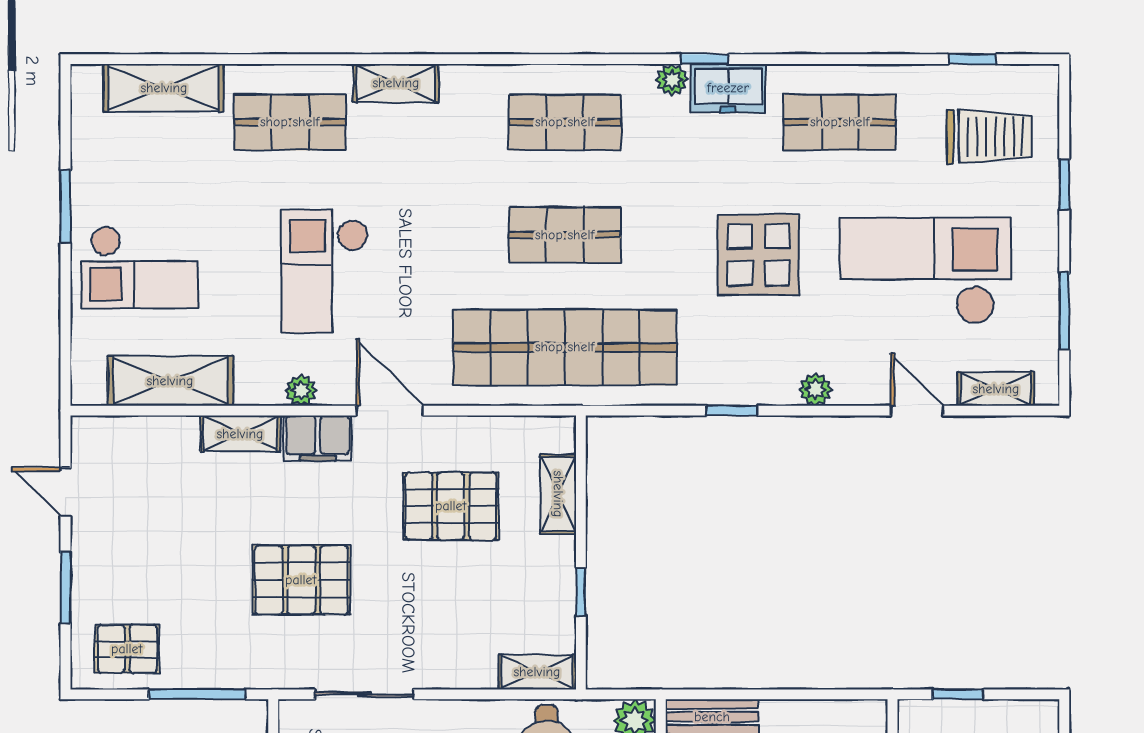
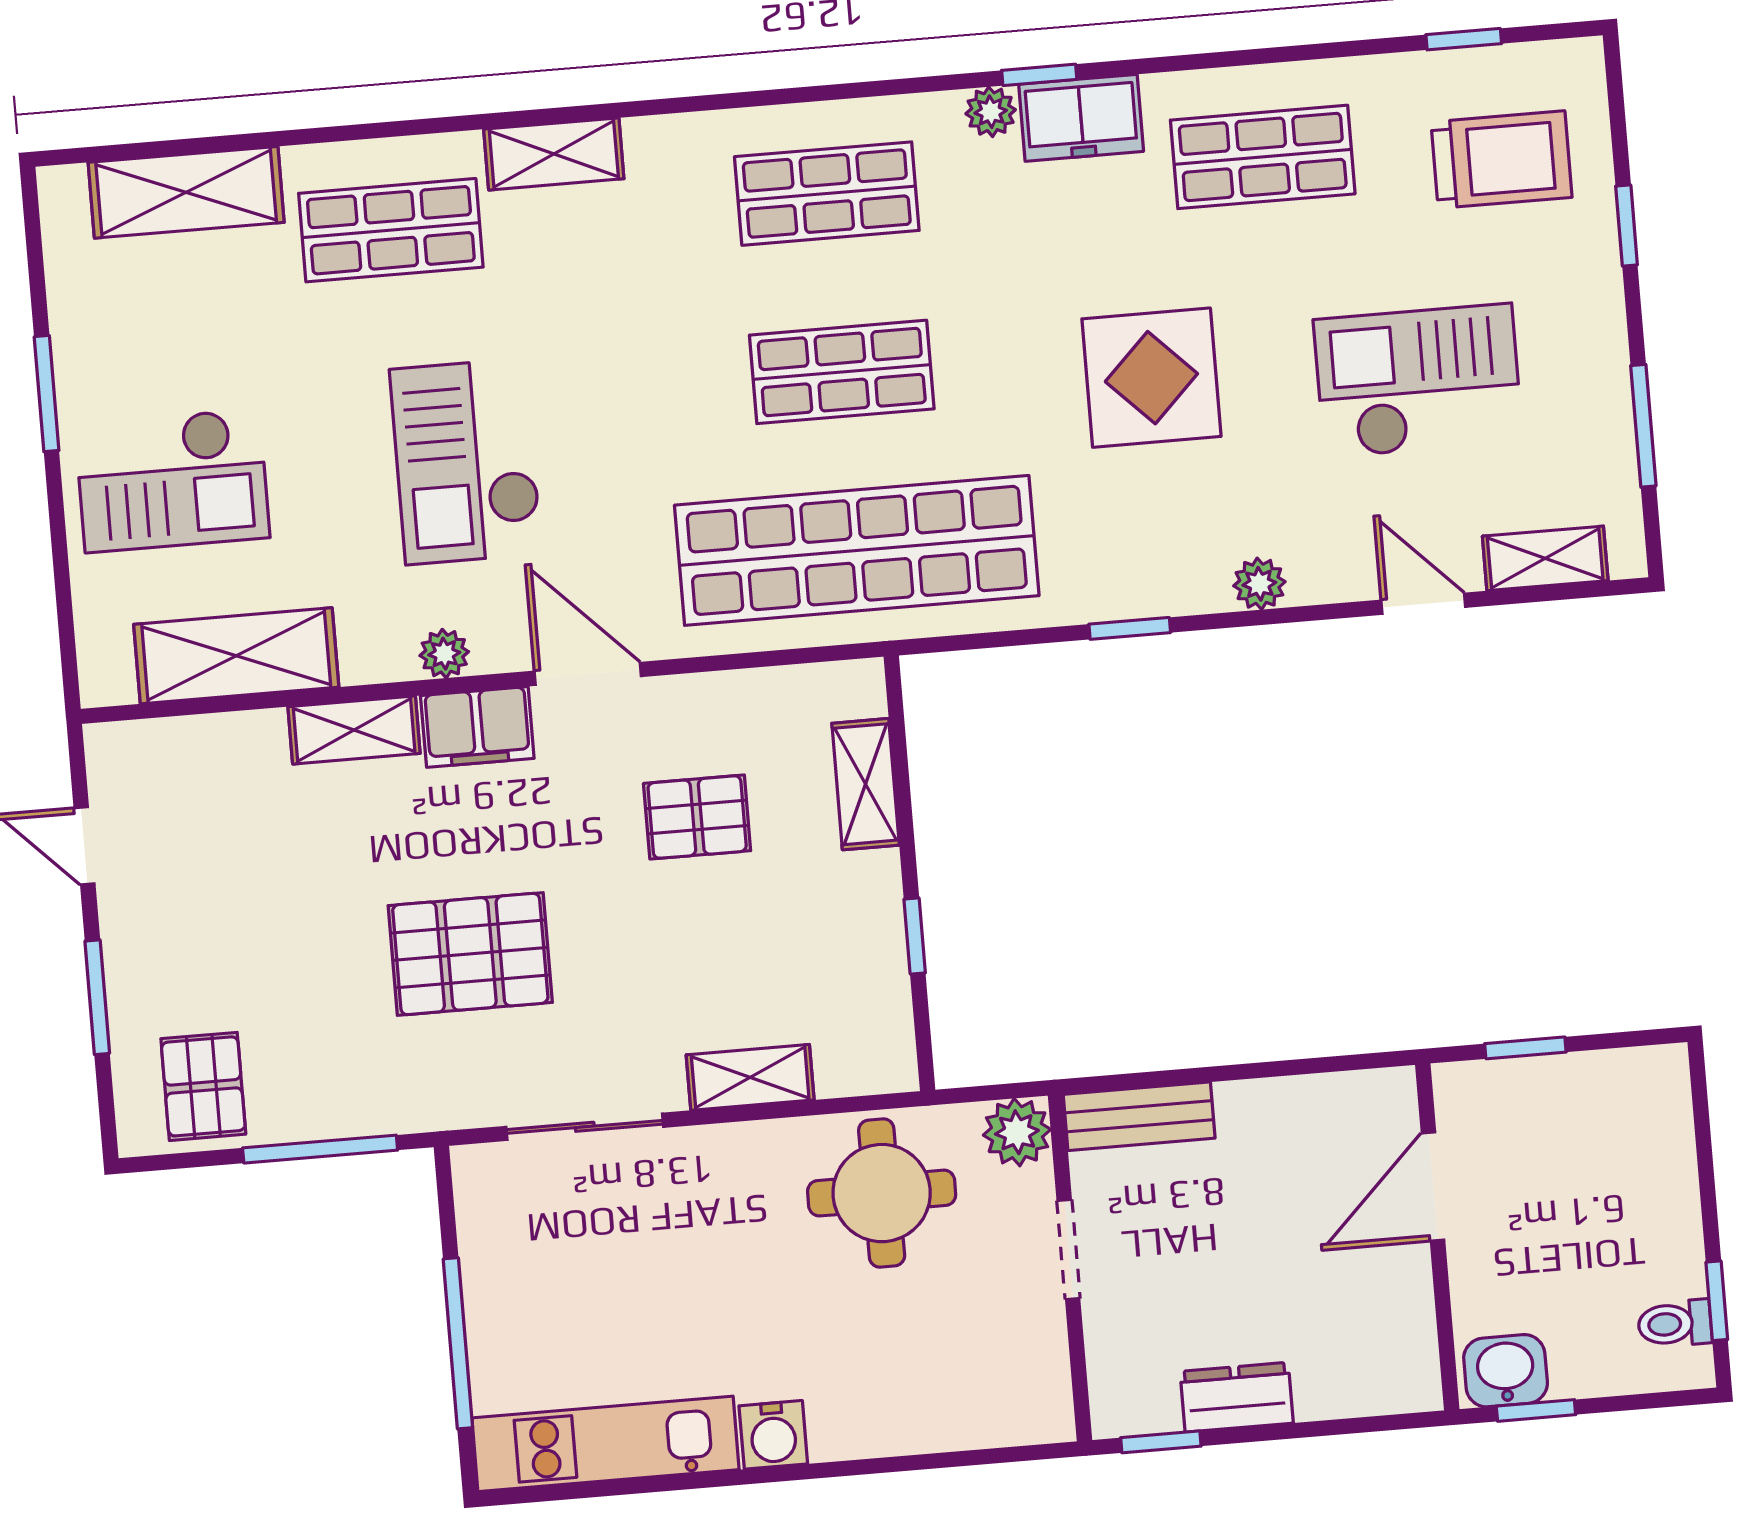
checkout: (926, 271) -> (1418, 381), width x0.73, depth x0.83
pallet: (451, 506) -> (697, 817), width x0.67, depth x0.71
pallet: (127, 649) -> (203, 1086), turned 90
shelving: (537, 672) -> (750, 1077), moved

